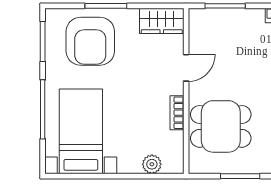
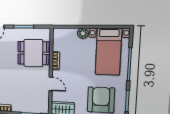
door: (186, 68) -> (51, 84), swing flipped
plant: (152, 164) -> (83, 33), moved

